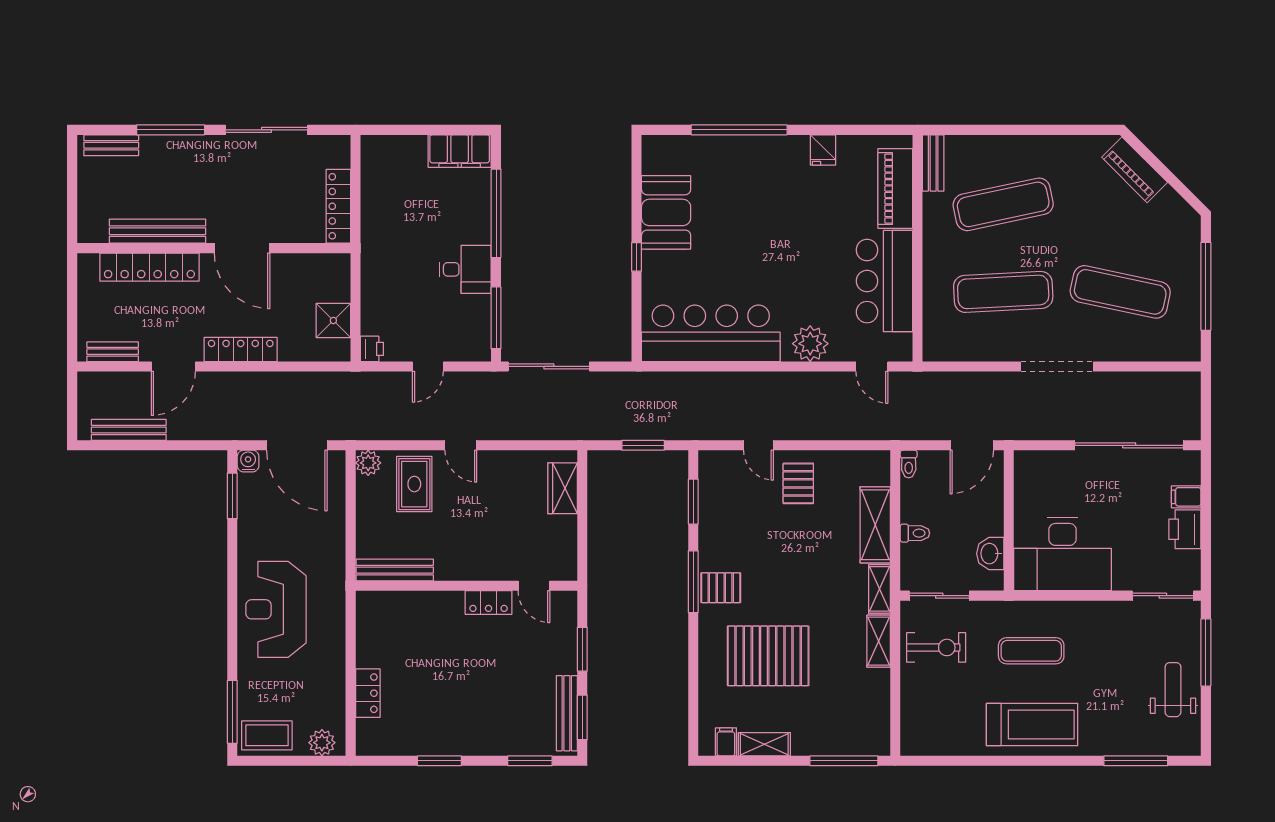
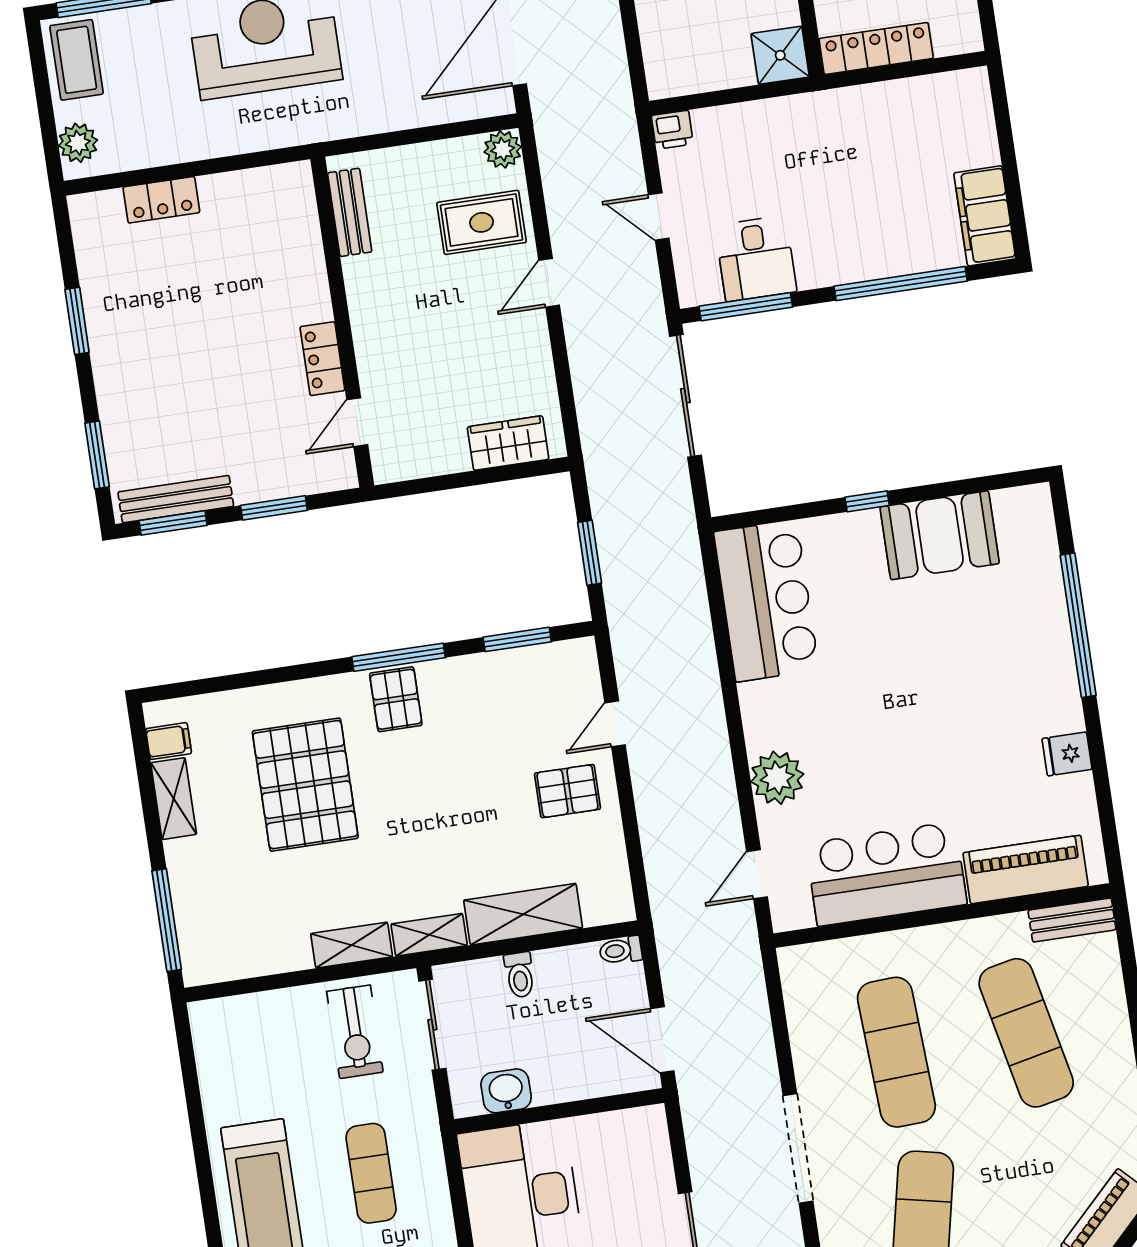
desk: (465, 269) -> (756, 259), moved
shower: (333, 320) -> (780, 55), moved
bar counter: (711, 333) -> (766, 601), width x0.73
bench: (395, 570) -> (350, 212), width x0.73

